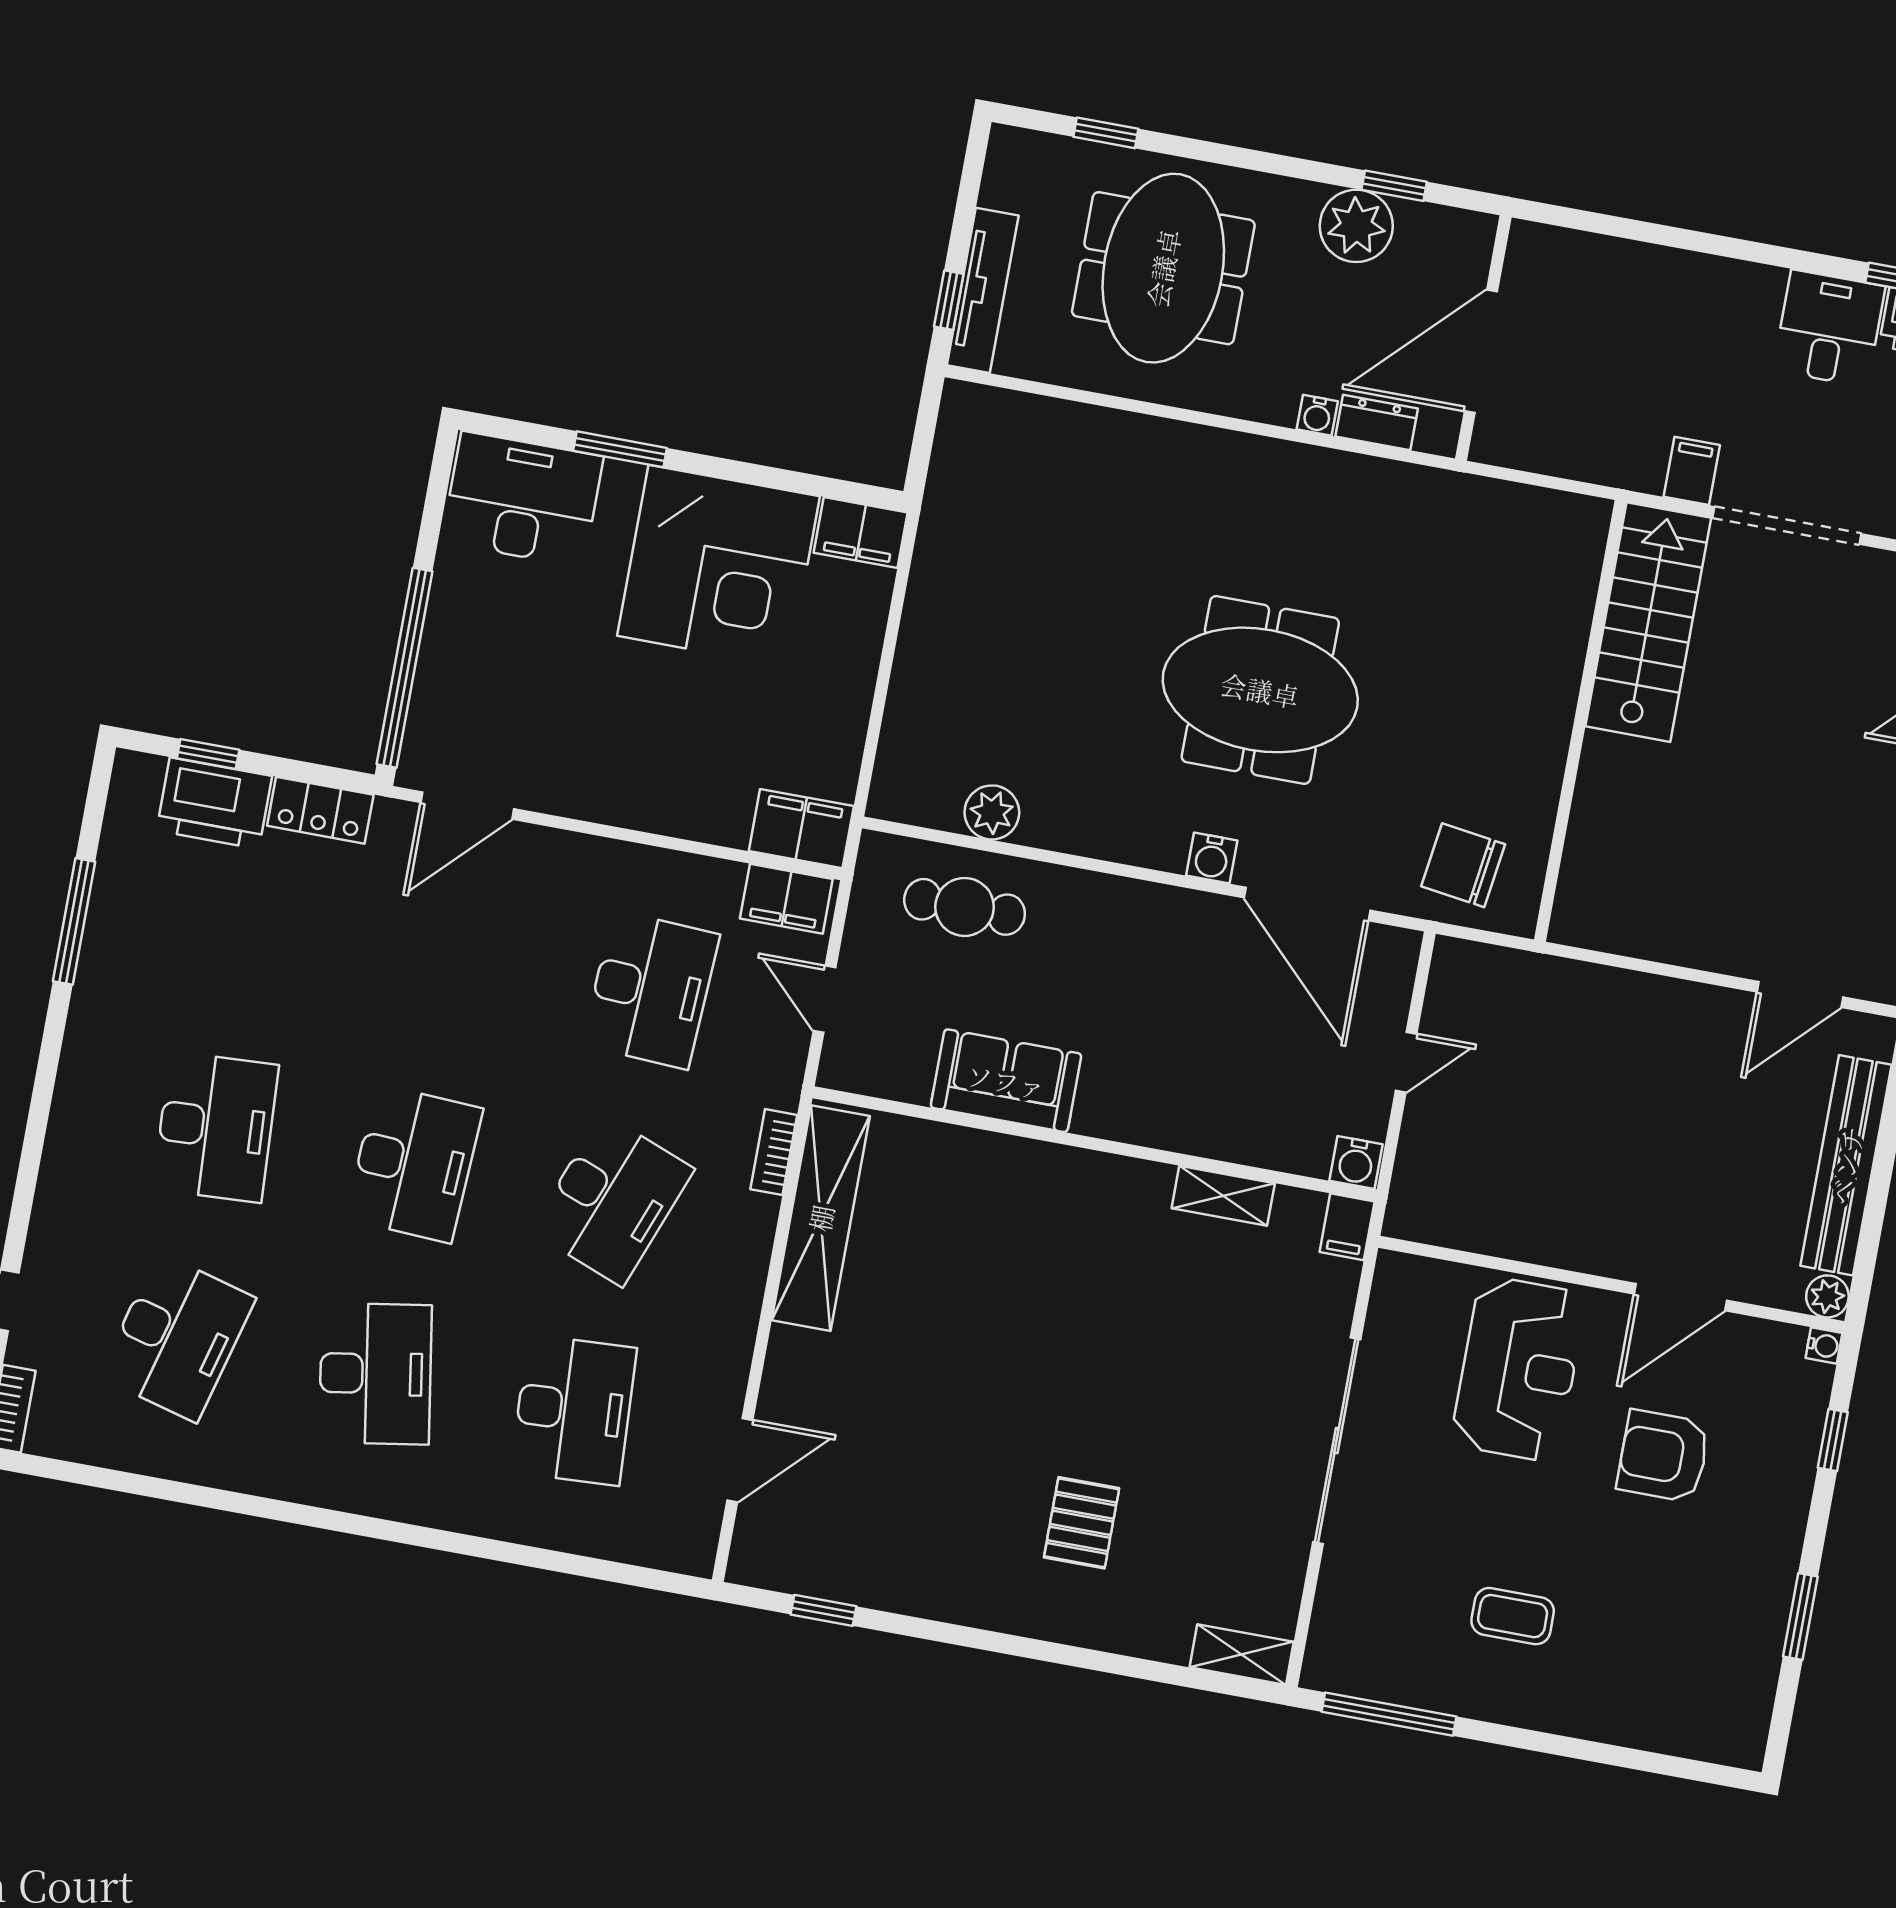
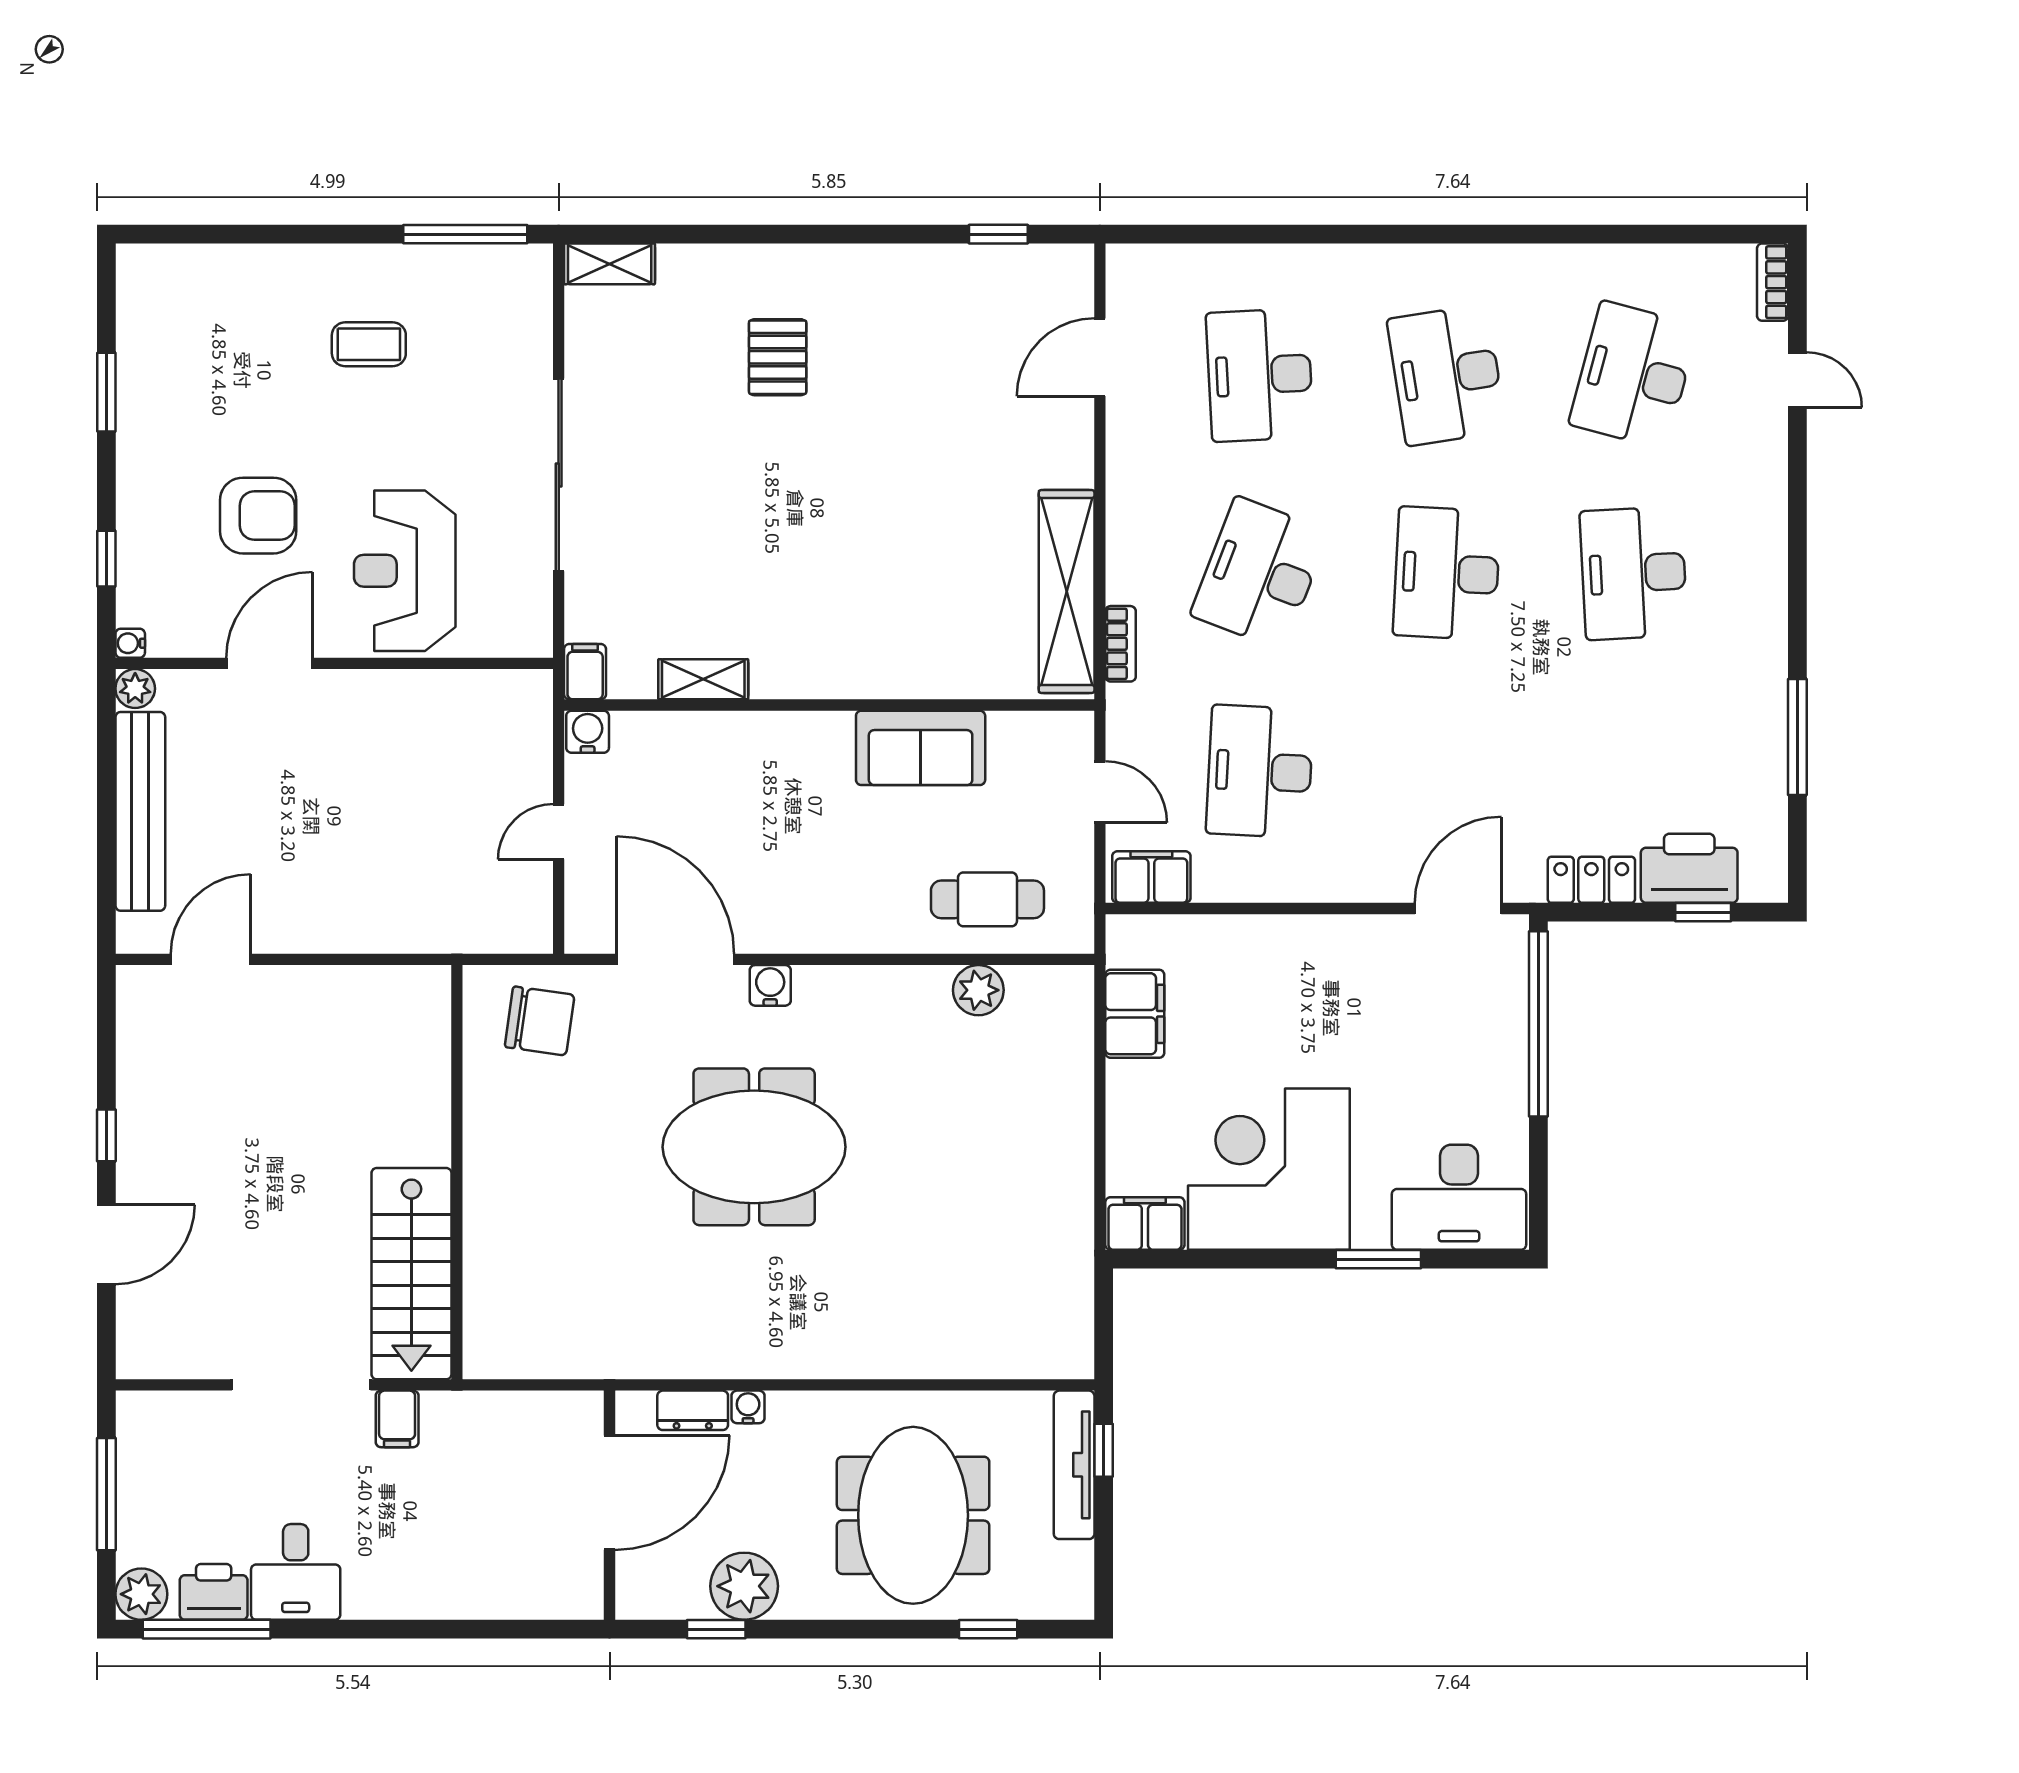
filing cabinet: (801, 829) -> (1135, 1014), moved, turned -90

